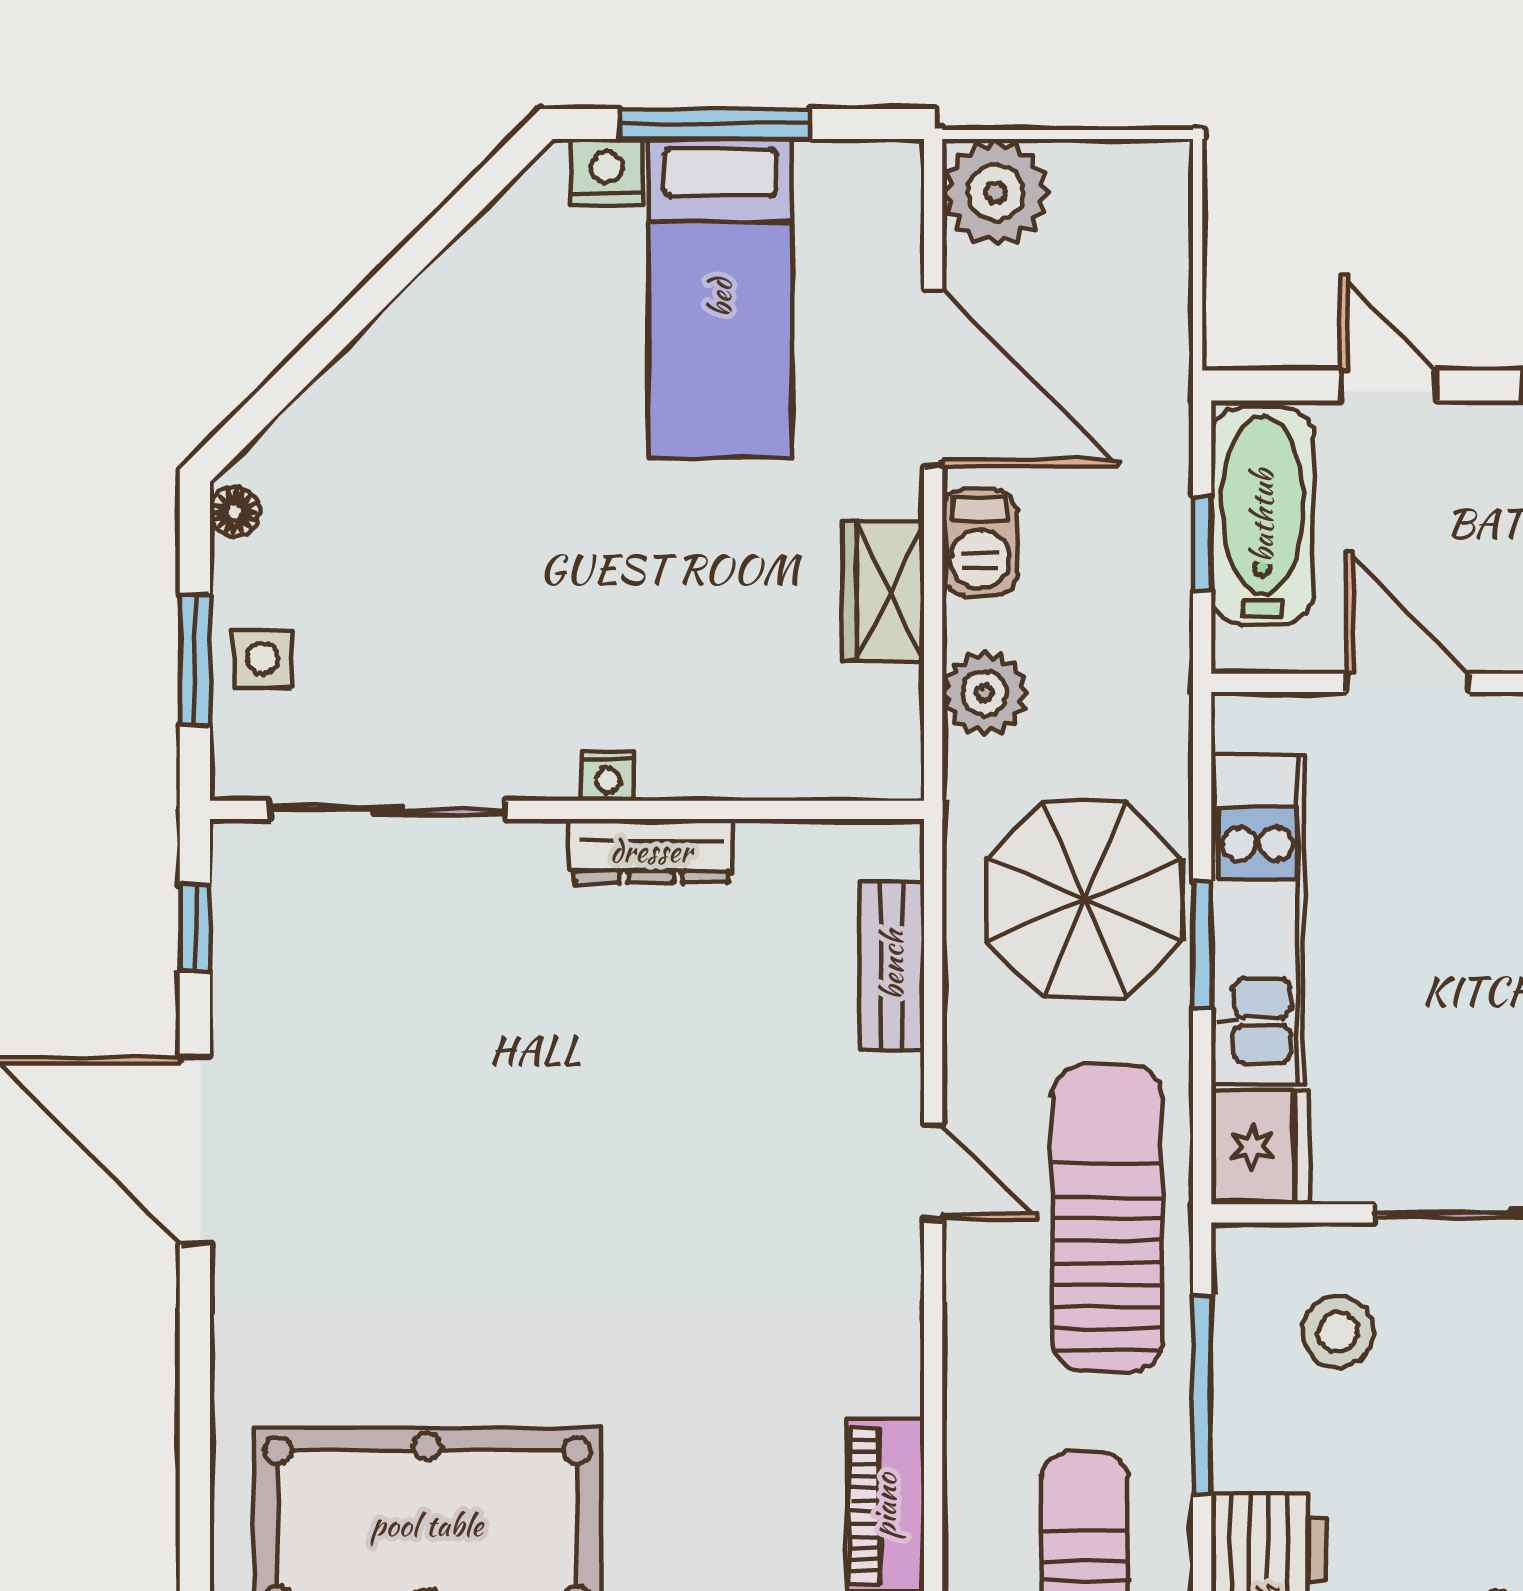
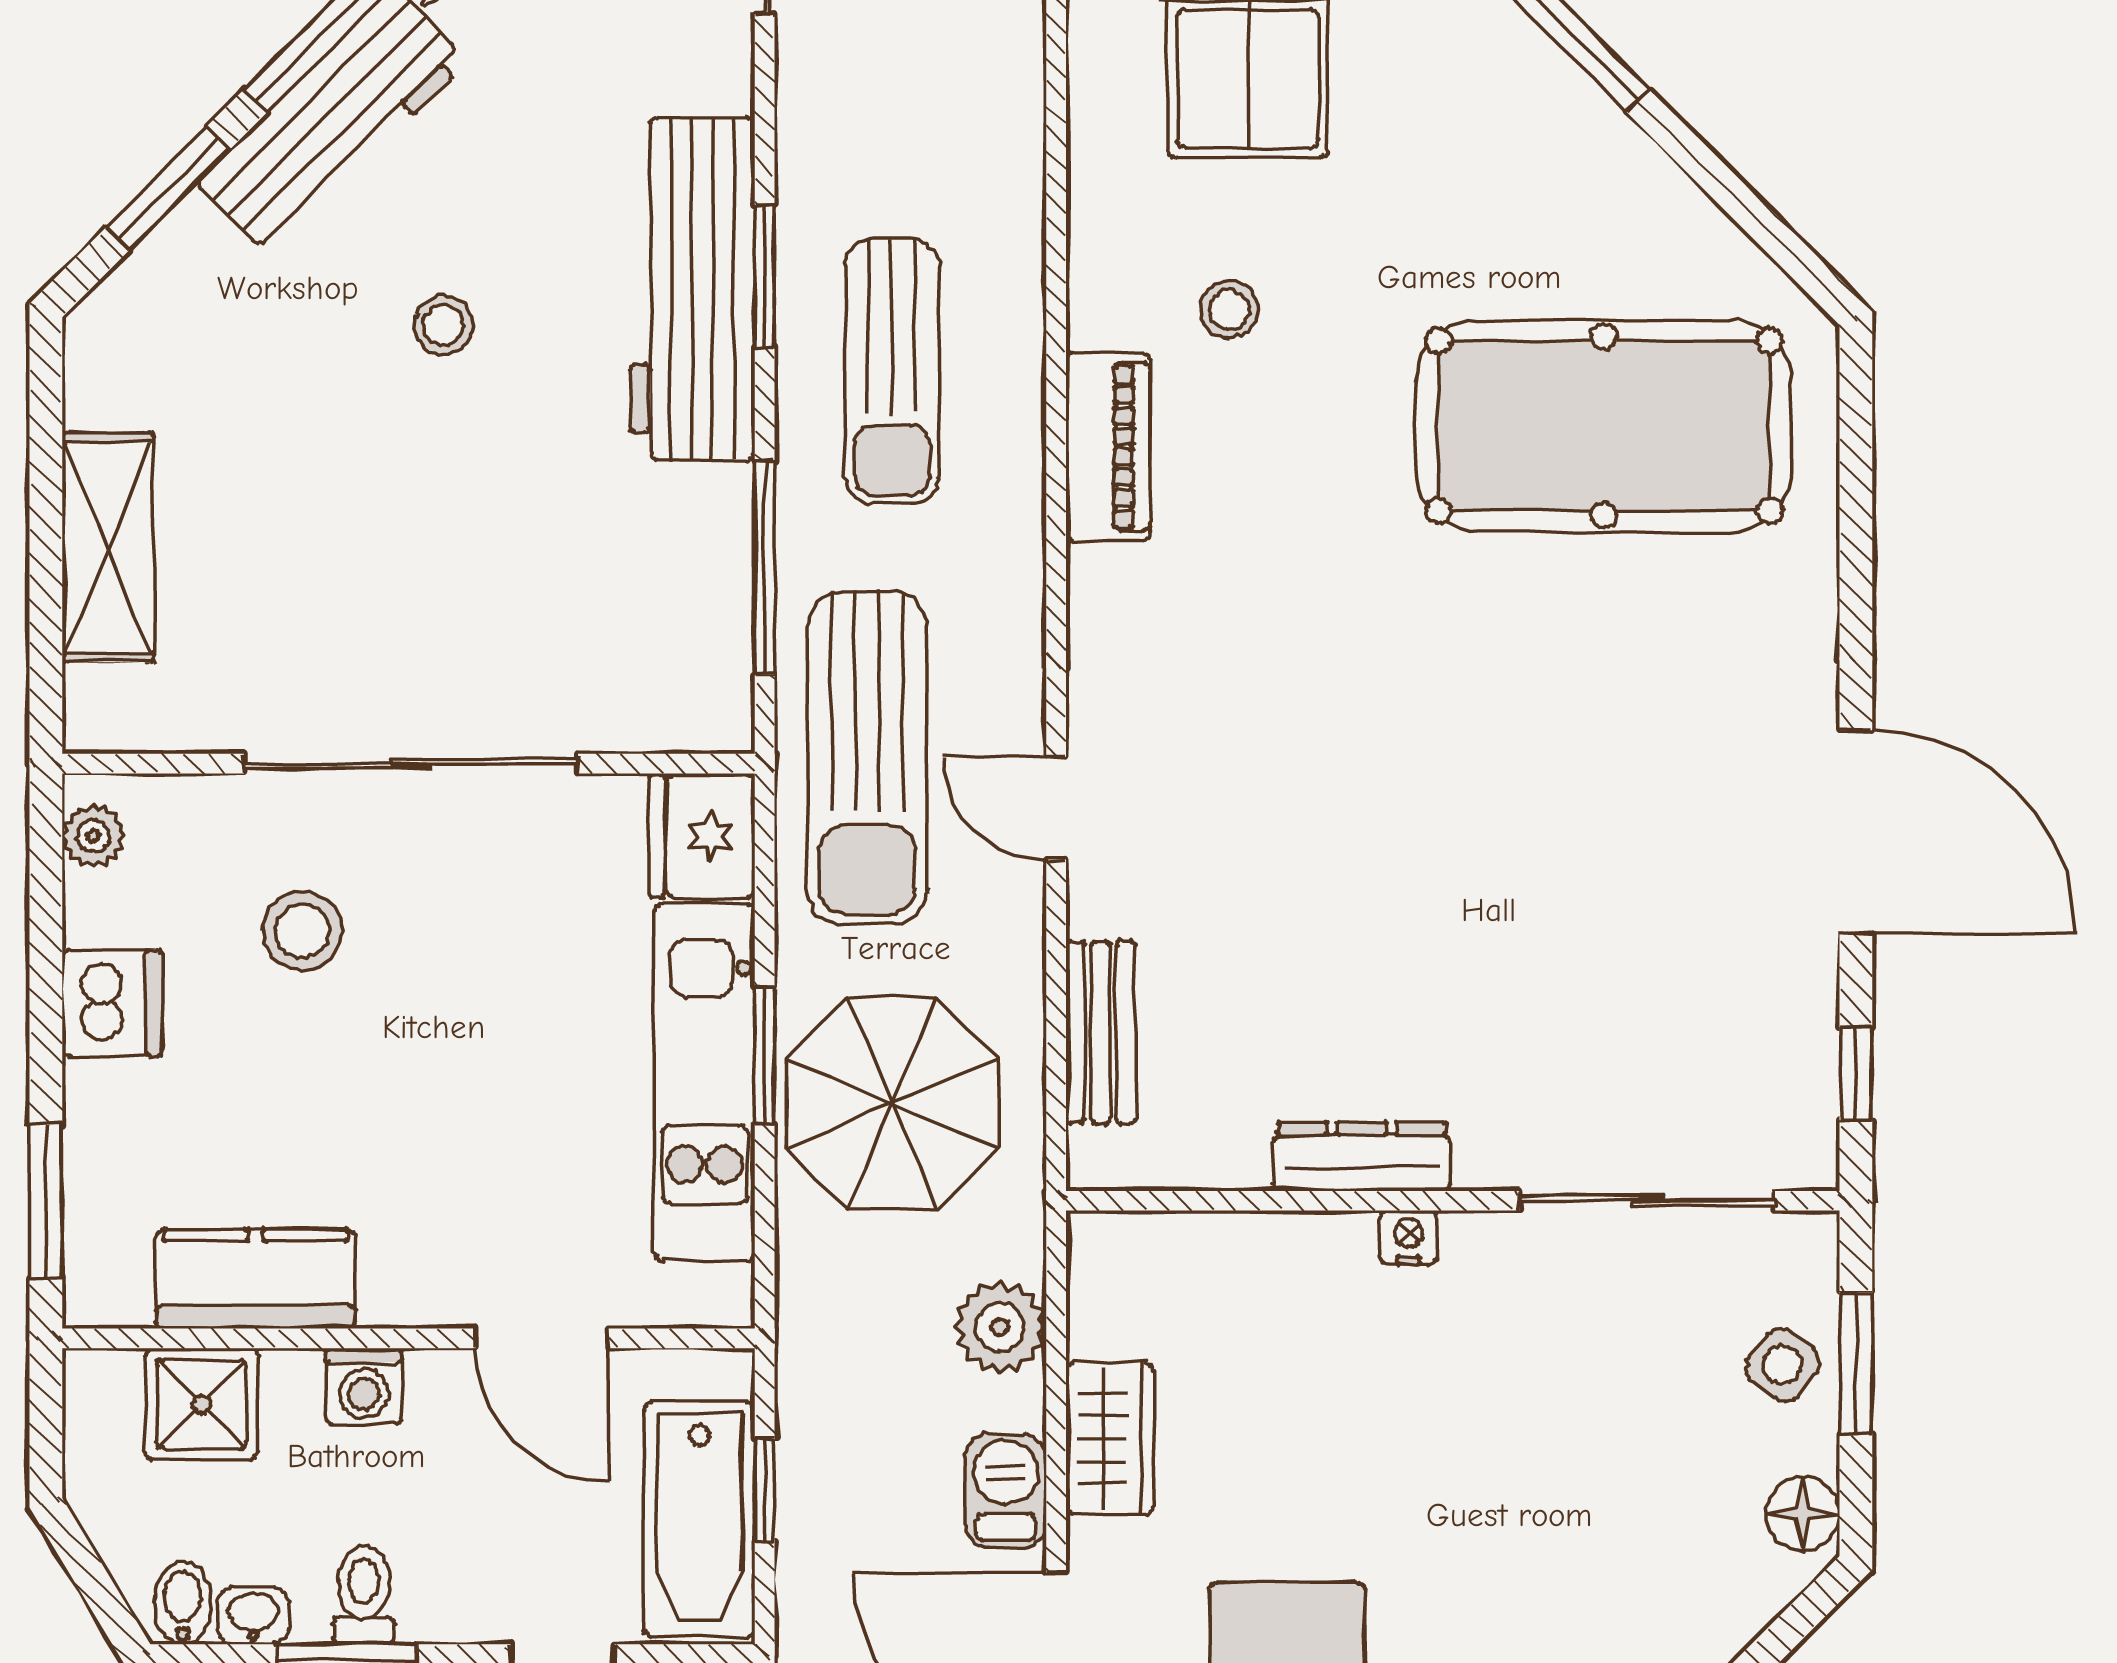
floor lamp: (235, 512) -> (1803, 1514), width x1.37, depth x1.37
side table: (263, 658) -> (1783, 1365), turned 38
stool: (1338, 1332) -> (618, 635), removed

